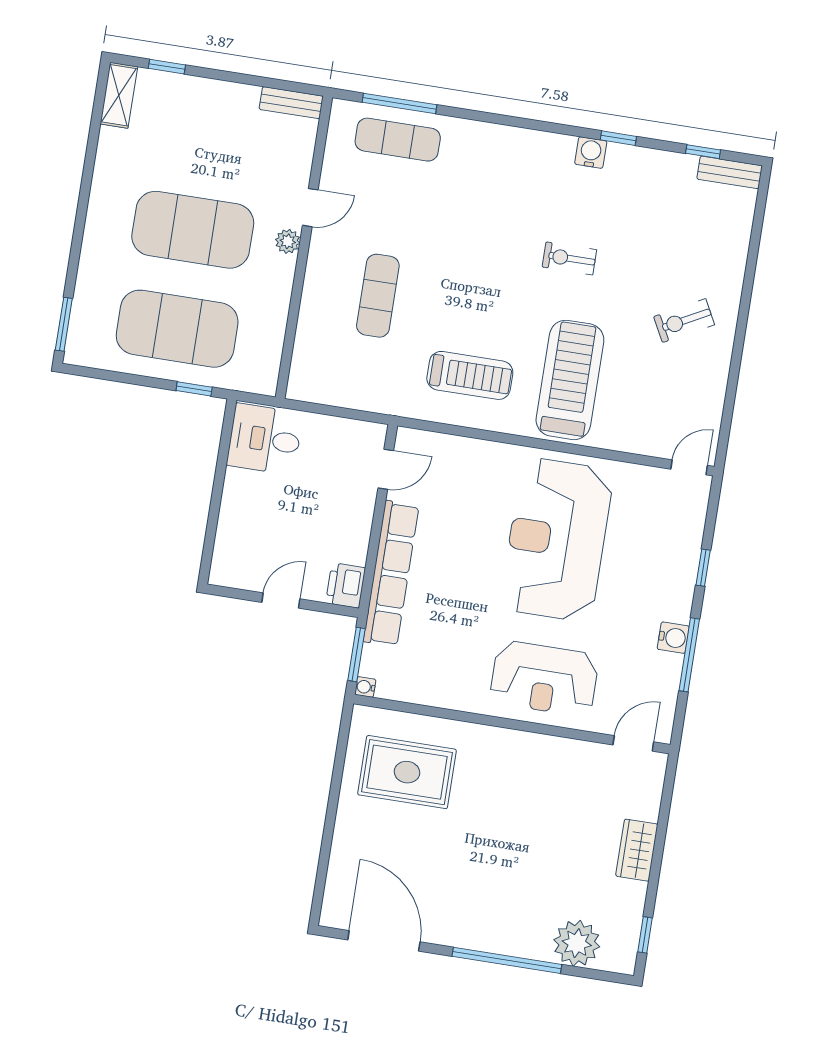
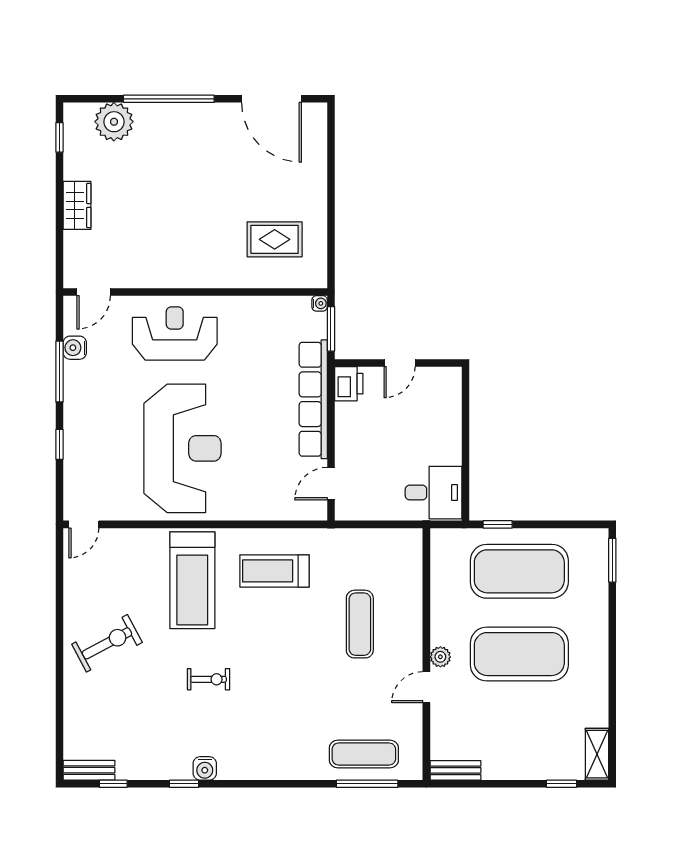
exercise bike: (684, 321) -> (107, 643), width x1.38, depth x1.39
water cooler: (673, 638) -> (75, 348), moved
rug: (407, 772) -> (275, 239), width x0.73, depth x0.70

